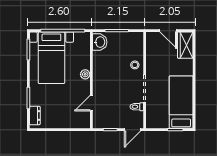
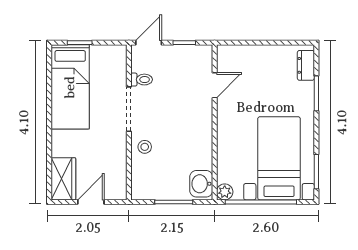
door: (168, 31) -> (91, 202), hinge flipped
plant: (85, 74) -> (225, 192), moved

